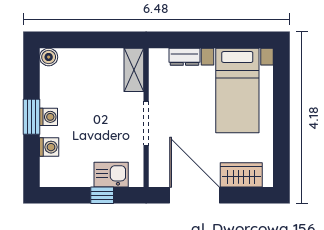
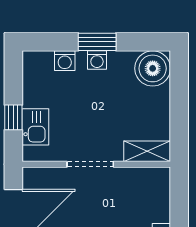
boiler: (49, 57) -> (153, 68), width x1.86, depth x1.86
dresser: (184, 57) -> (161, 205), removed

